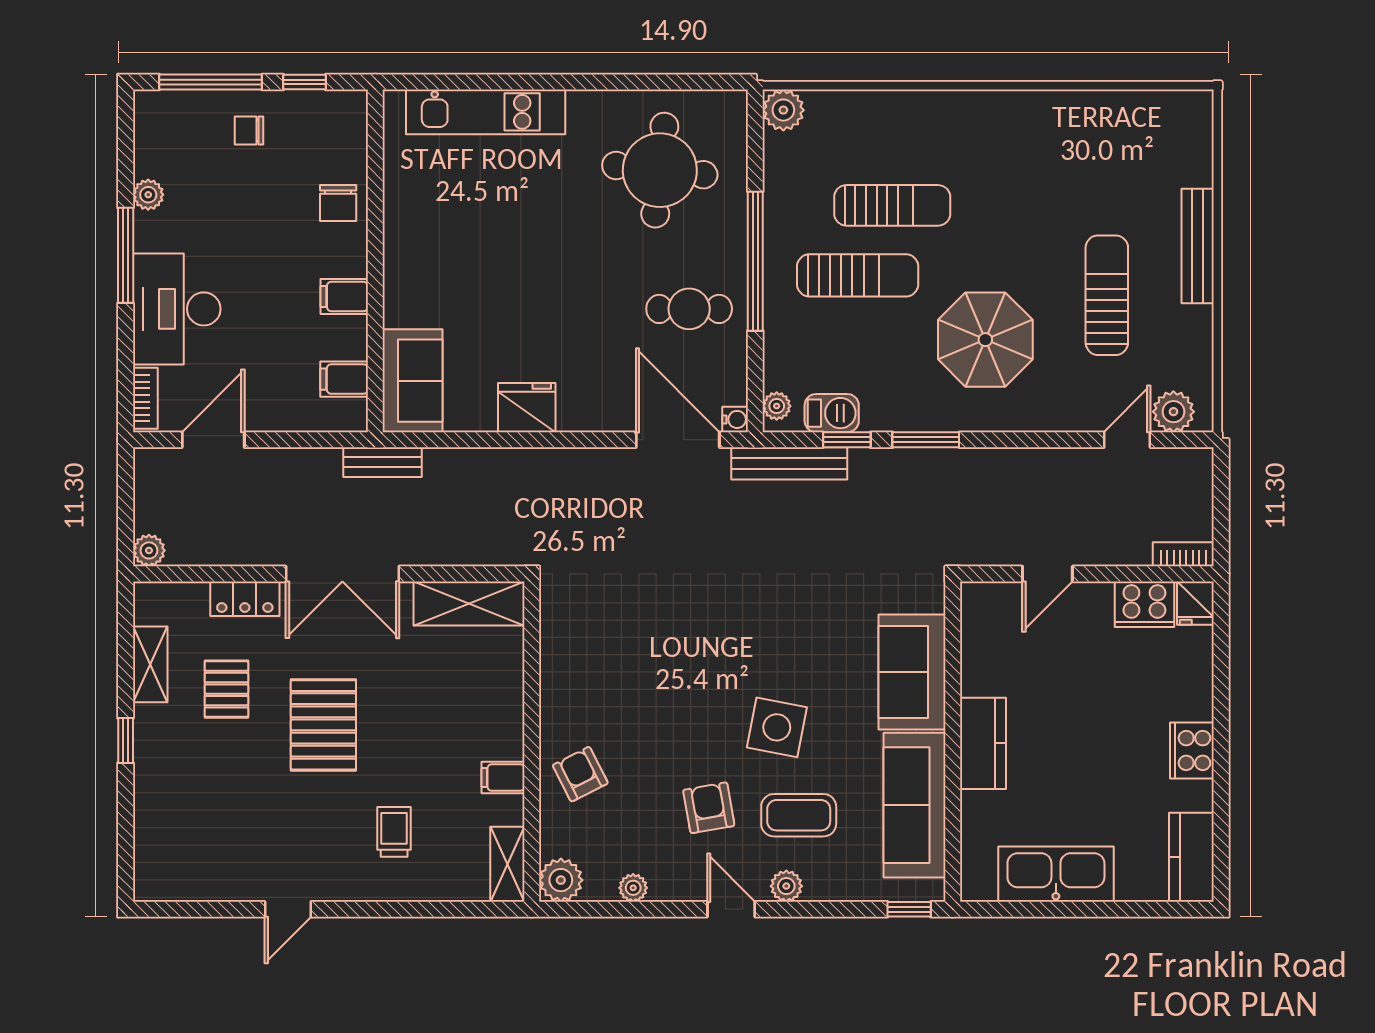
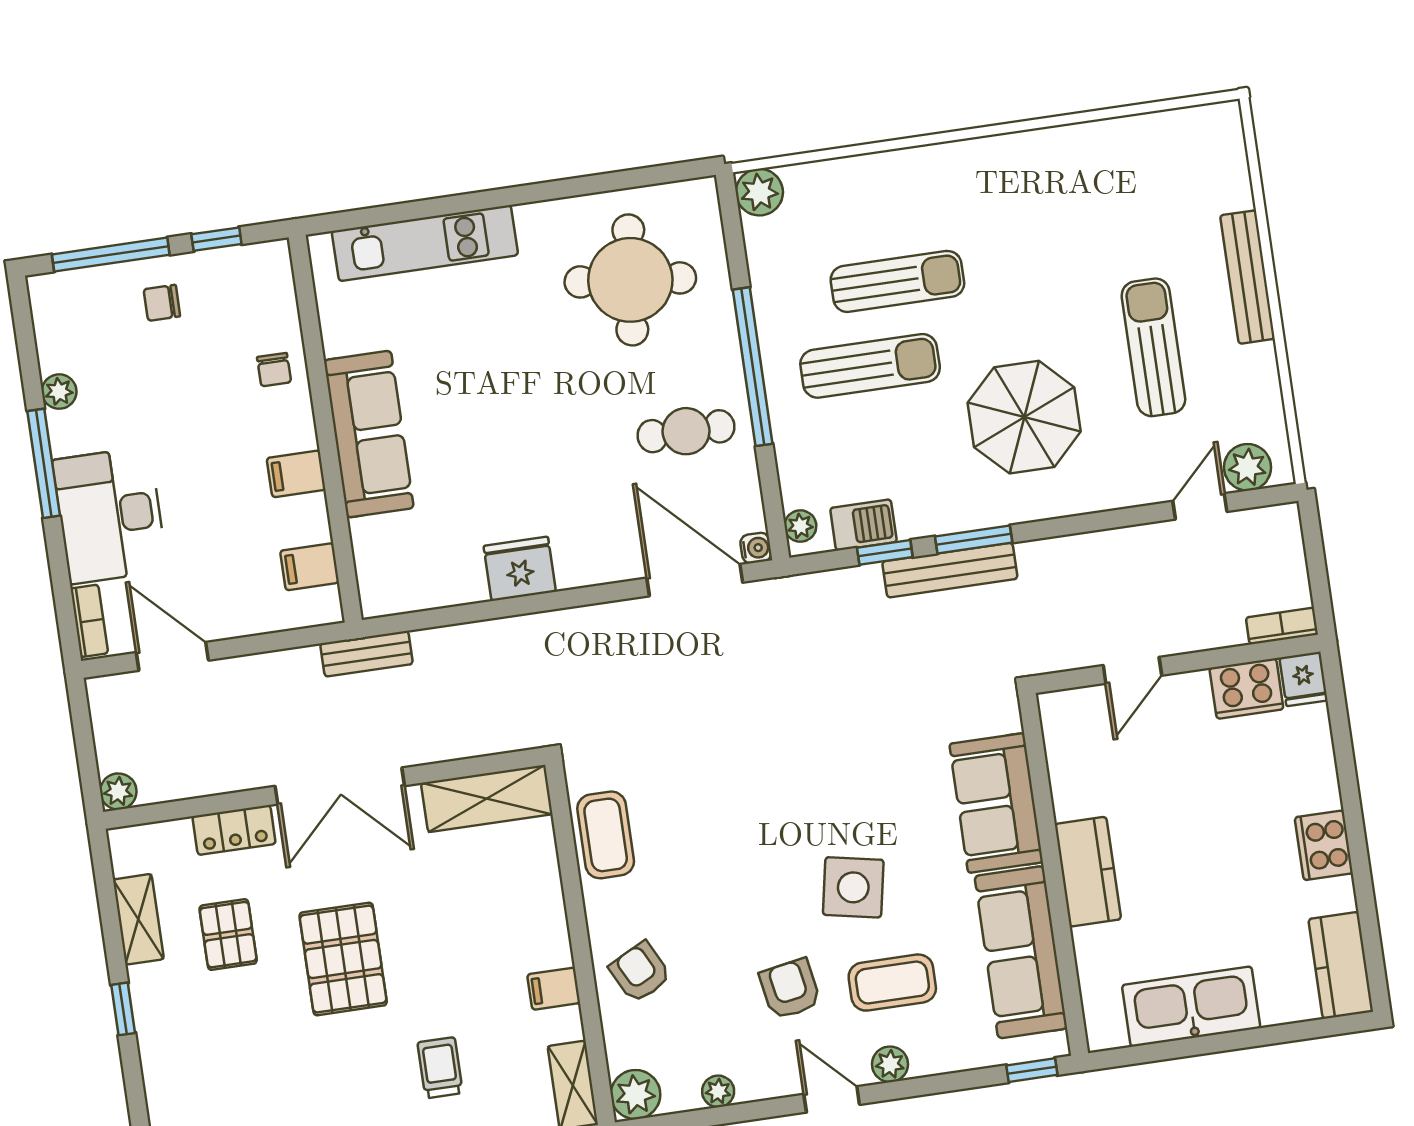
chair: (338, 203) -> (274, 370), width x0.73, depth x0.73
sofa: (412, 381) -> (369, 434), moved, width x1.36
door: (213, 440) -> (172, 656), hinge flipped
bench: (789, 463) -> (950, 570), moved
coffee table: (568, 650) -> (606, 835), added

